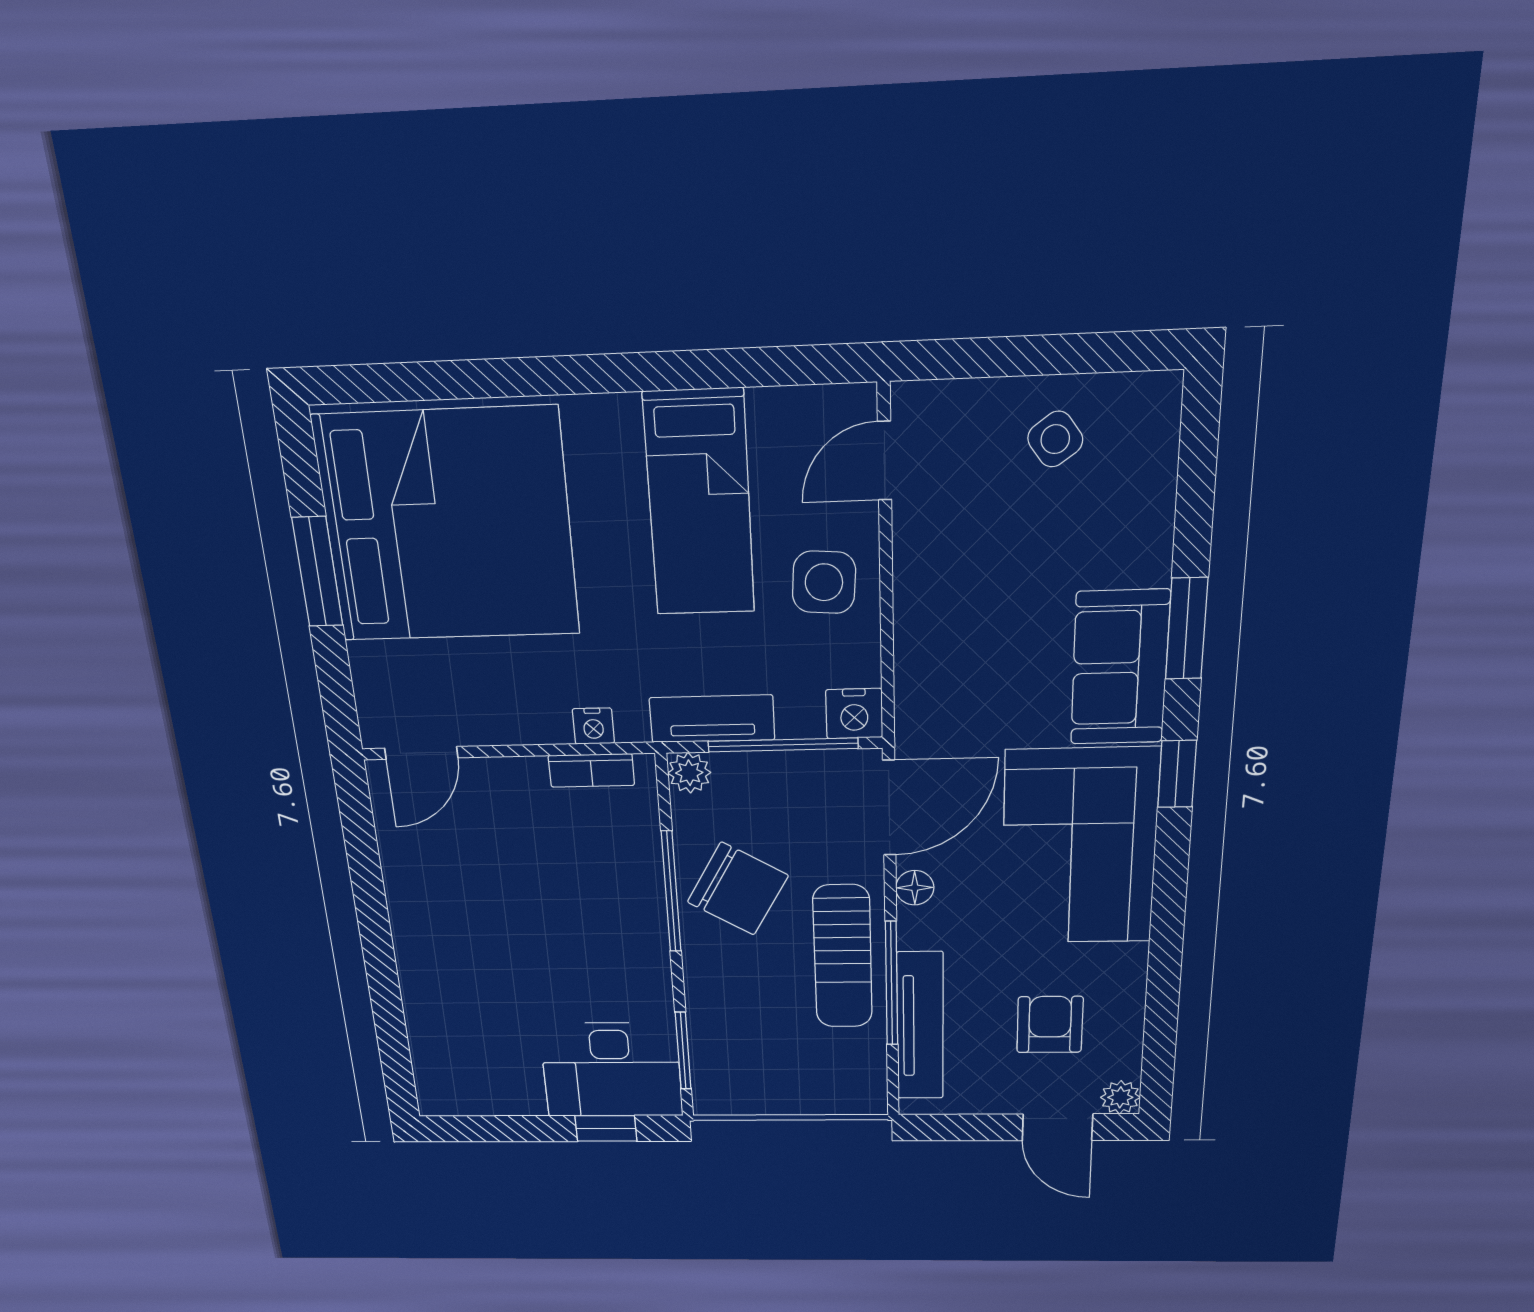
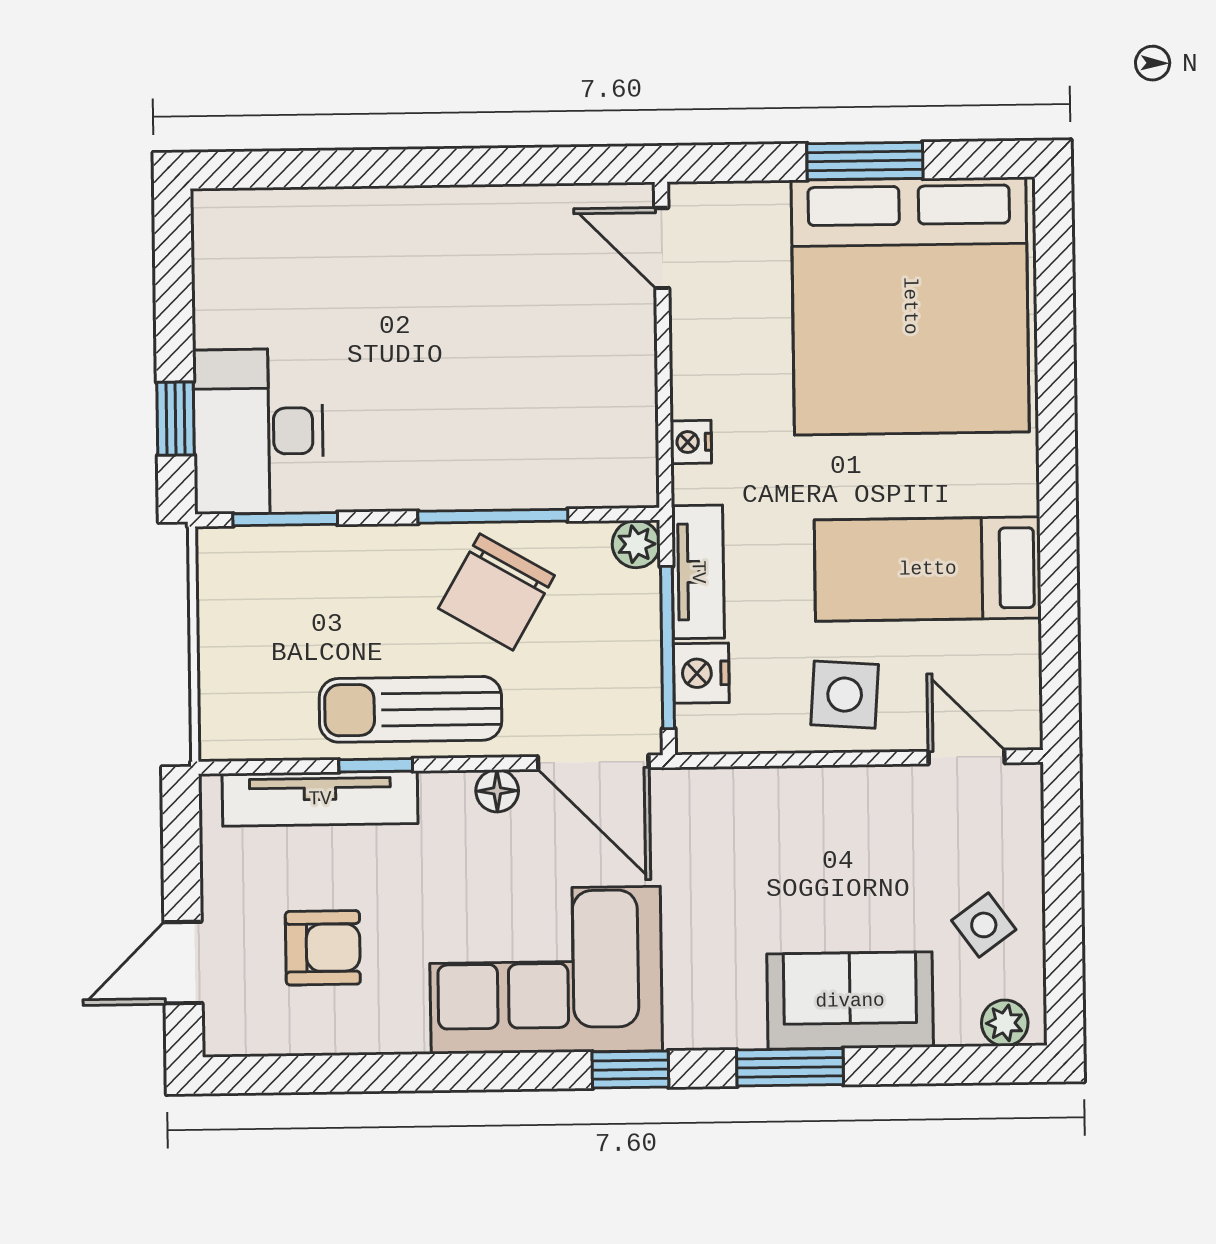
sofa: (1120, 668) -> (850, 1001), moved
nightstand: (854, 714) -> (701, 673), moved
bookcase: (591, 770) -> (640, 436), removed
window: (892, 984) -> (376, 765), width x0.46
plant: (1120, 1097) -> (1005, 1023), moved

